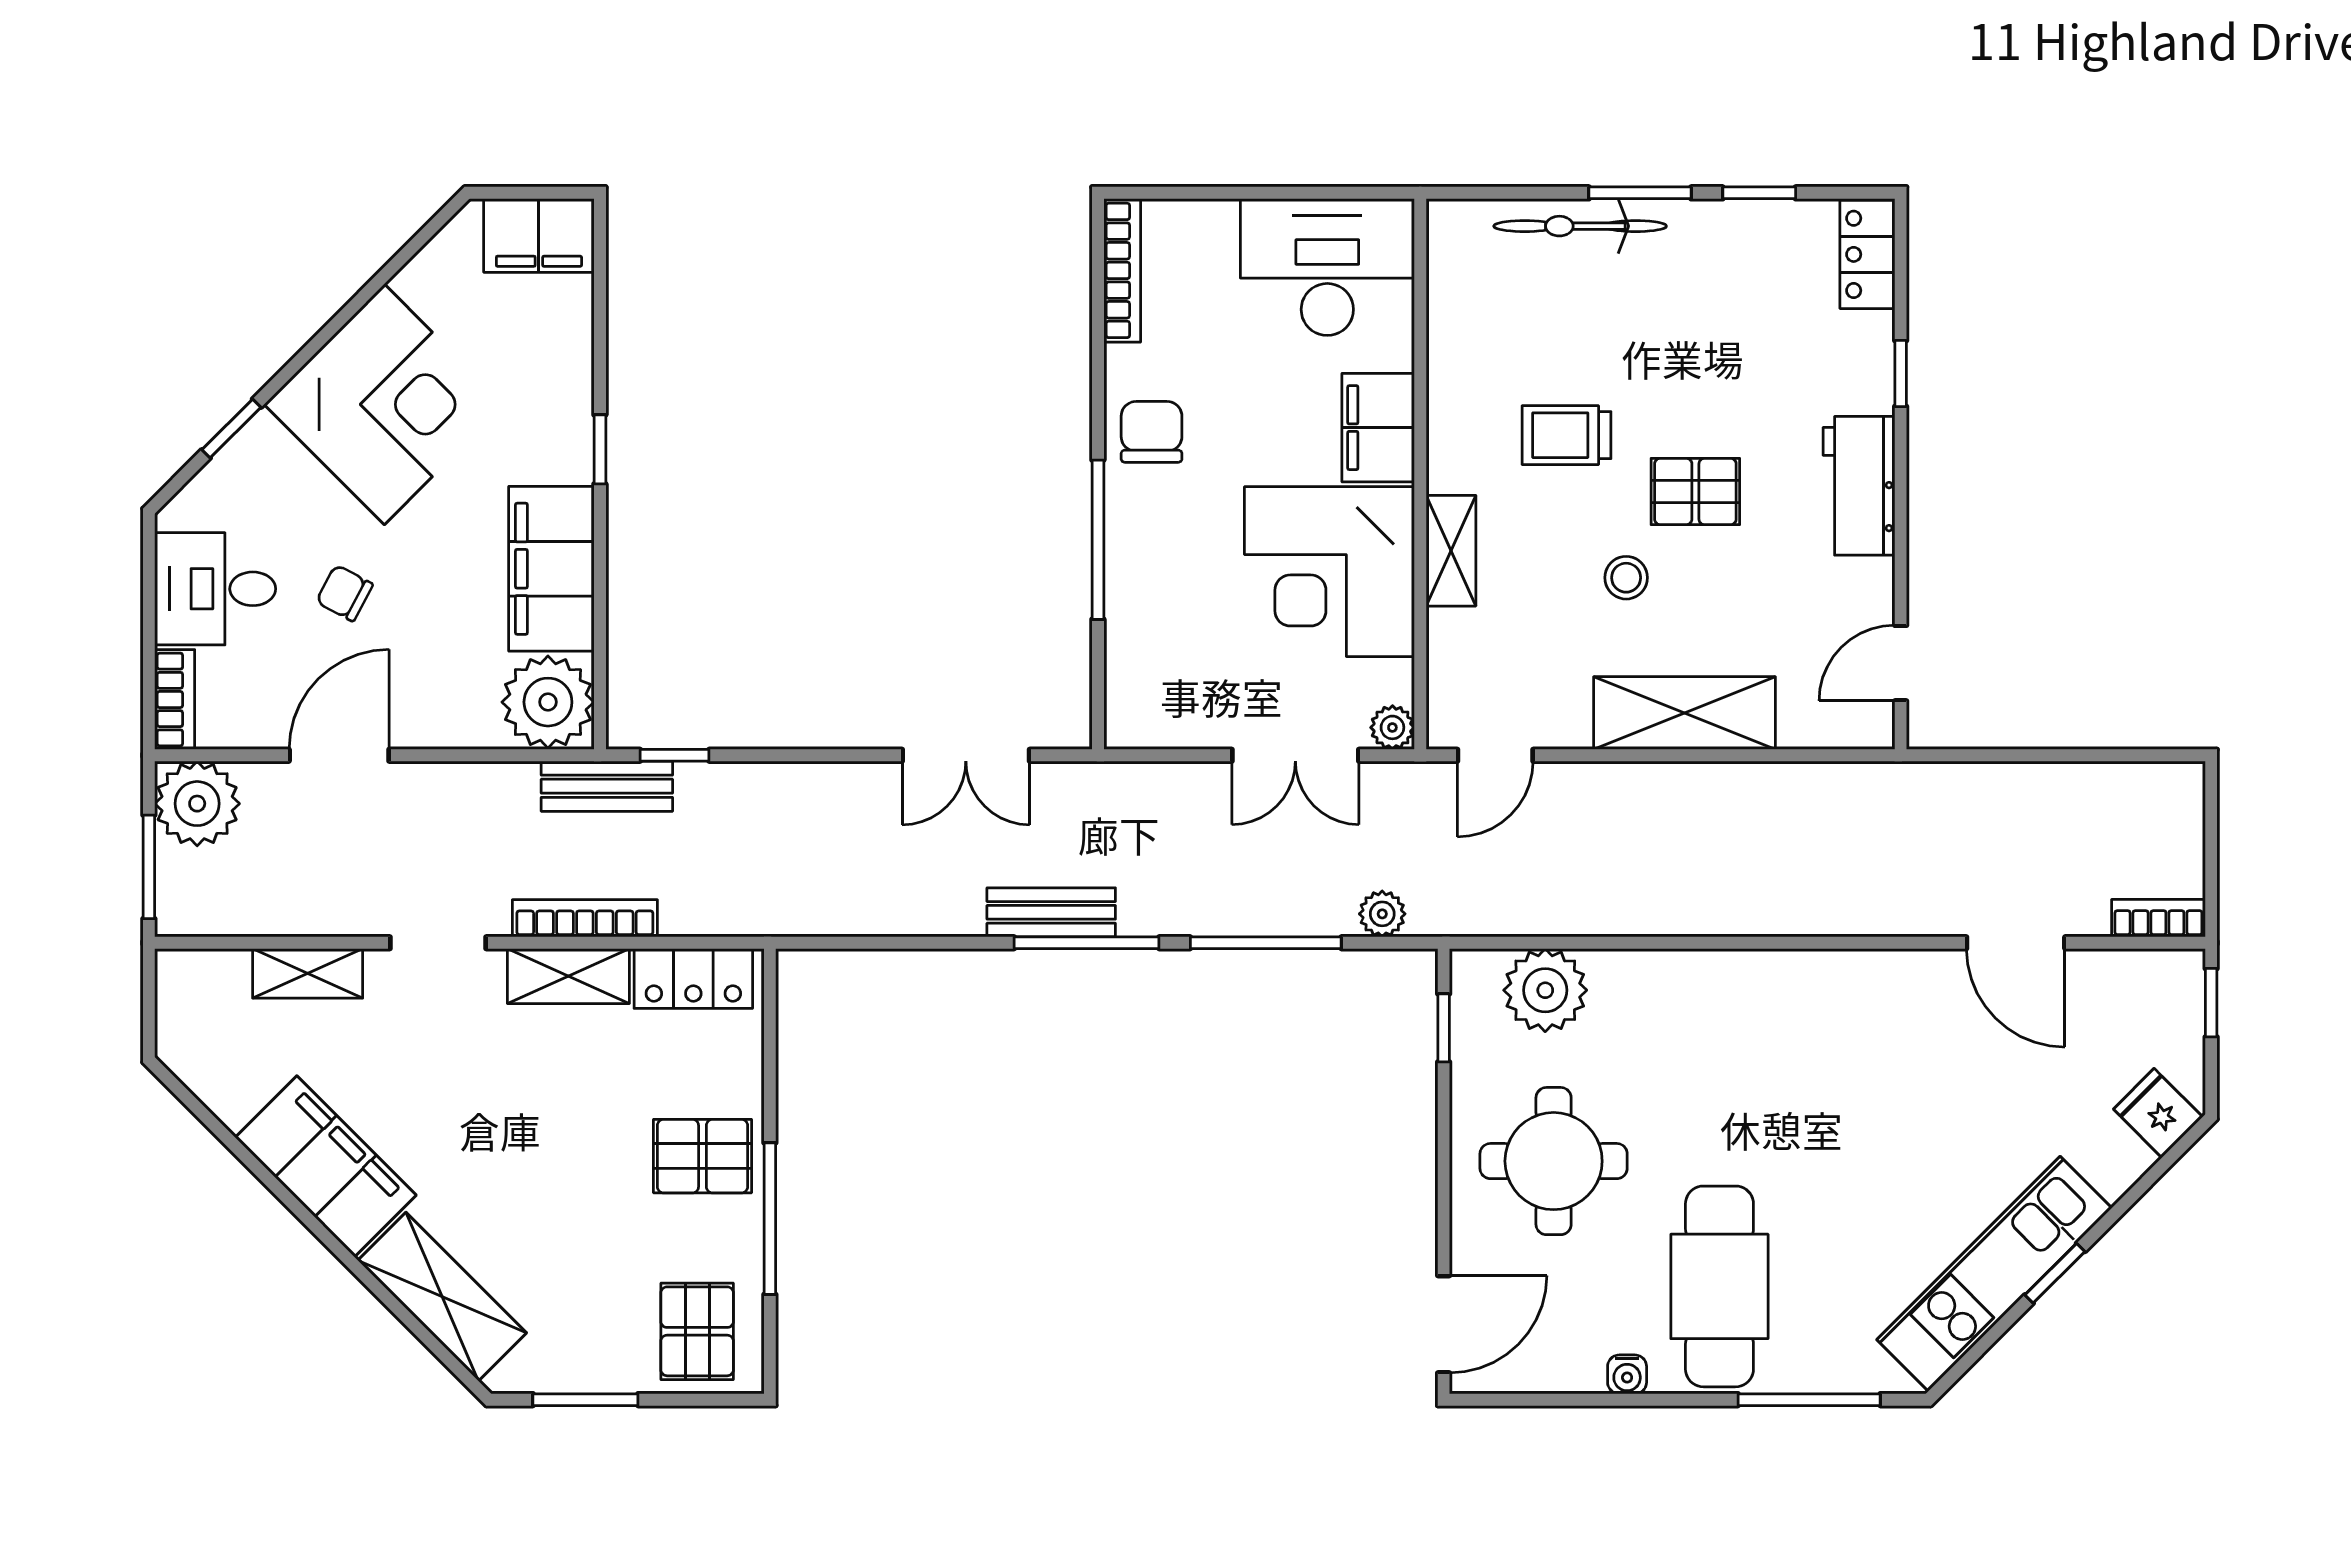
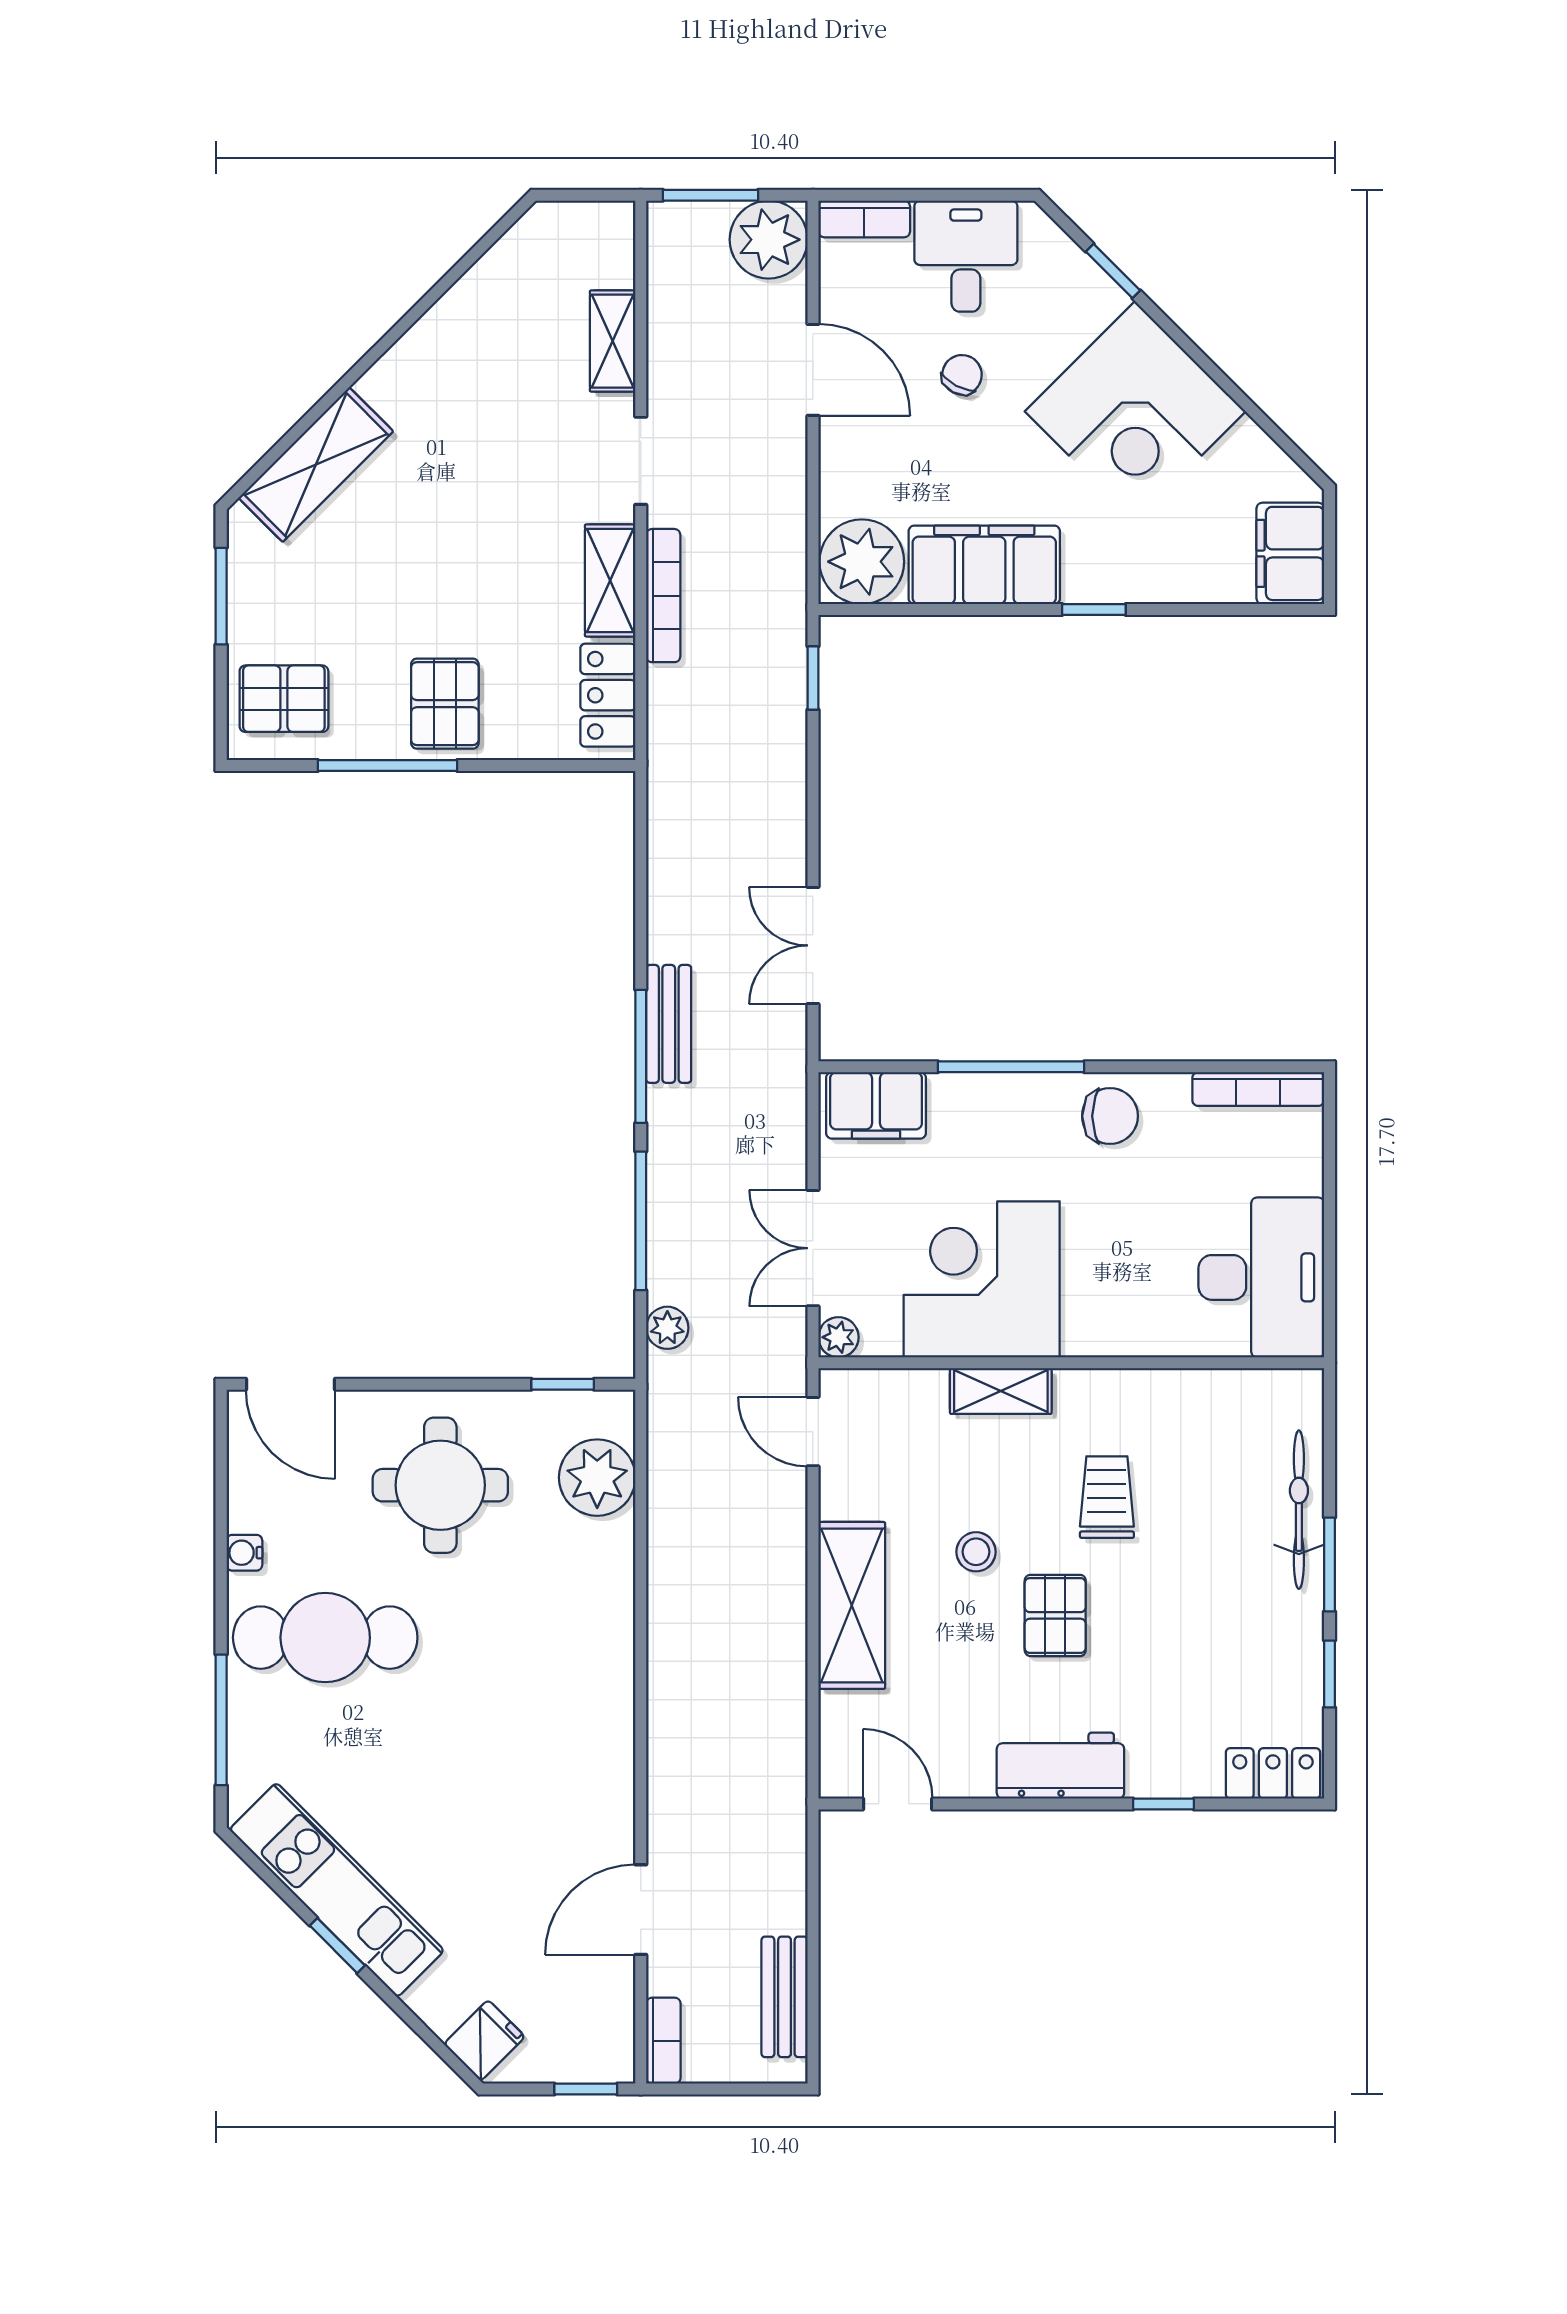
filing cabinet: (1378, 428) -> (876, 1105), moved, turned 180
bench: (607, 786) -> (785, 1997), moved
filing cabinet: (326, 1166) -> (435, 357), removed

